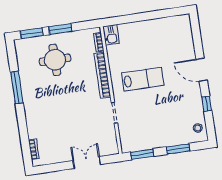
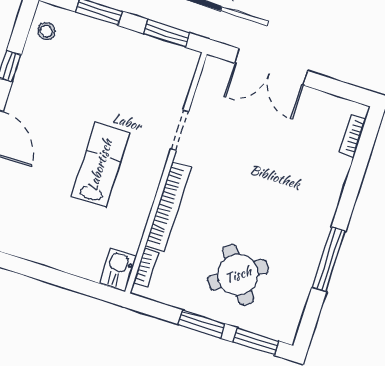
round table: (55, 60) -> (238, 275), turned -36
lab bench: (143, 79) -> (100, 165), turned 90
double door: (87, 163) -> (271, 67), width x1.37

